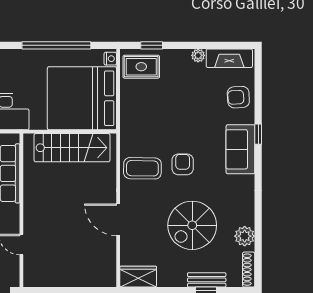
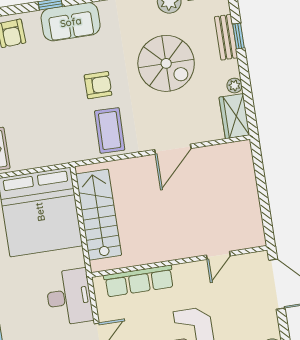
armchair: (183, 164) -> (98, 85), turned 180
plant: (164, 281) -> (235, 86), added

